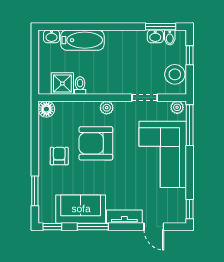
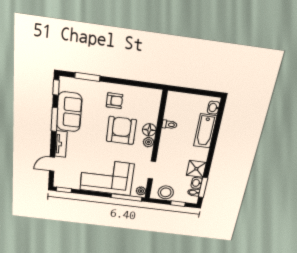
shower: (62, 84) -> (196, 169), moved
floor lamp: (46, 109) -> (149, 130), moved

